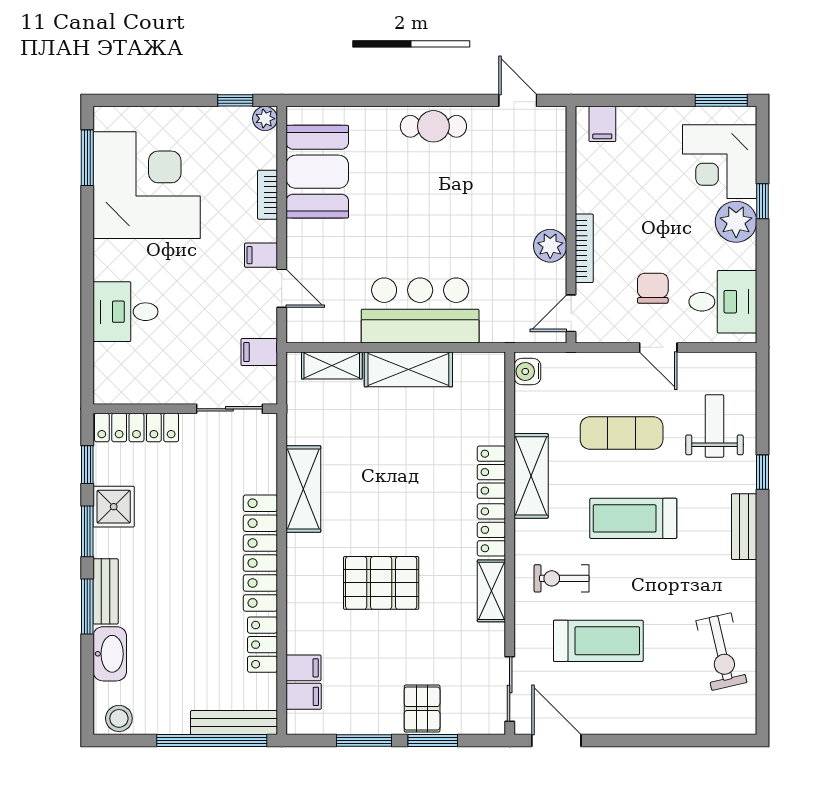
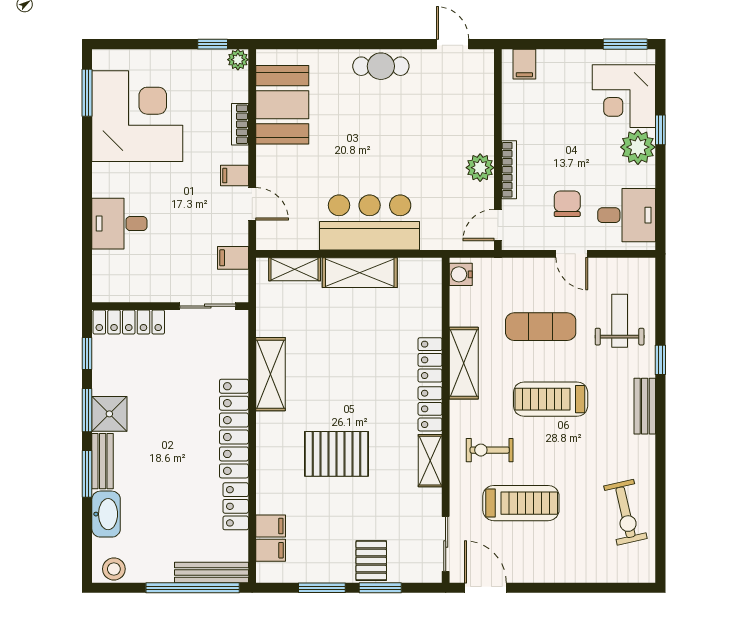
shower: (114, 507) -> (109, 414), moved

